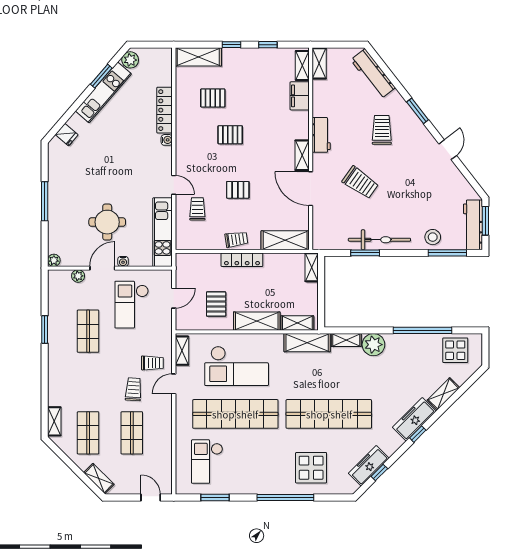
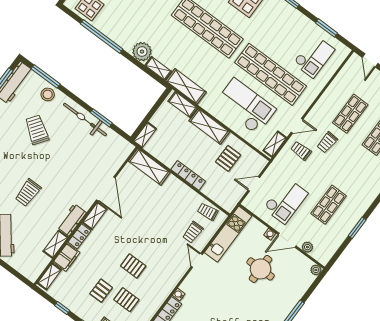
shelving: (319, 63) -> (56, 244), moved
locker: (302, 125) -> (79, 236), added
trolley: (360, 183) -> (37, 130), moved
pallet: (238, 190) -> (101, 291), moved, turned 90
trolley: (236, 239) -> (208, 212), moved

